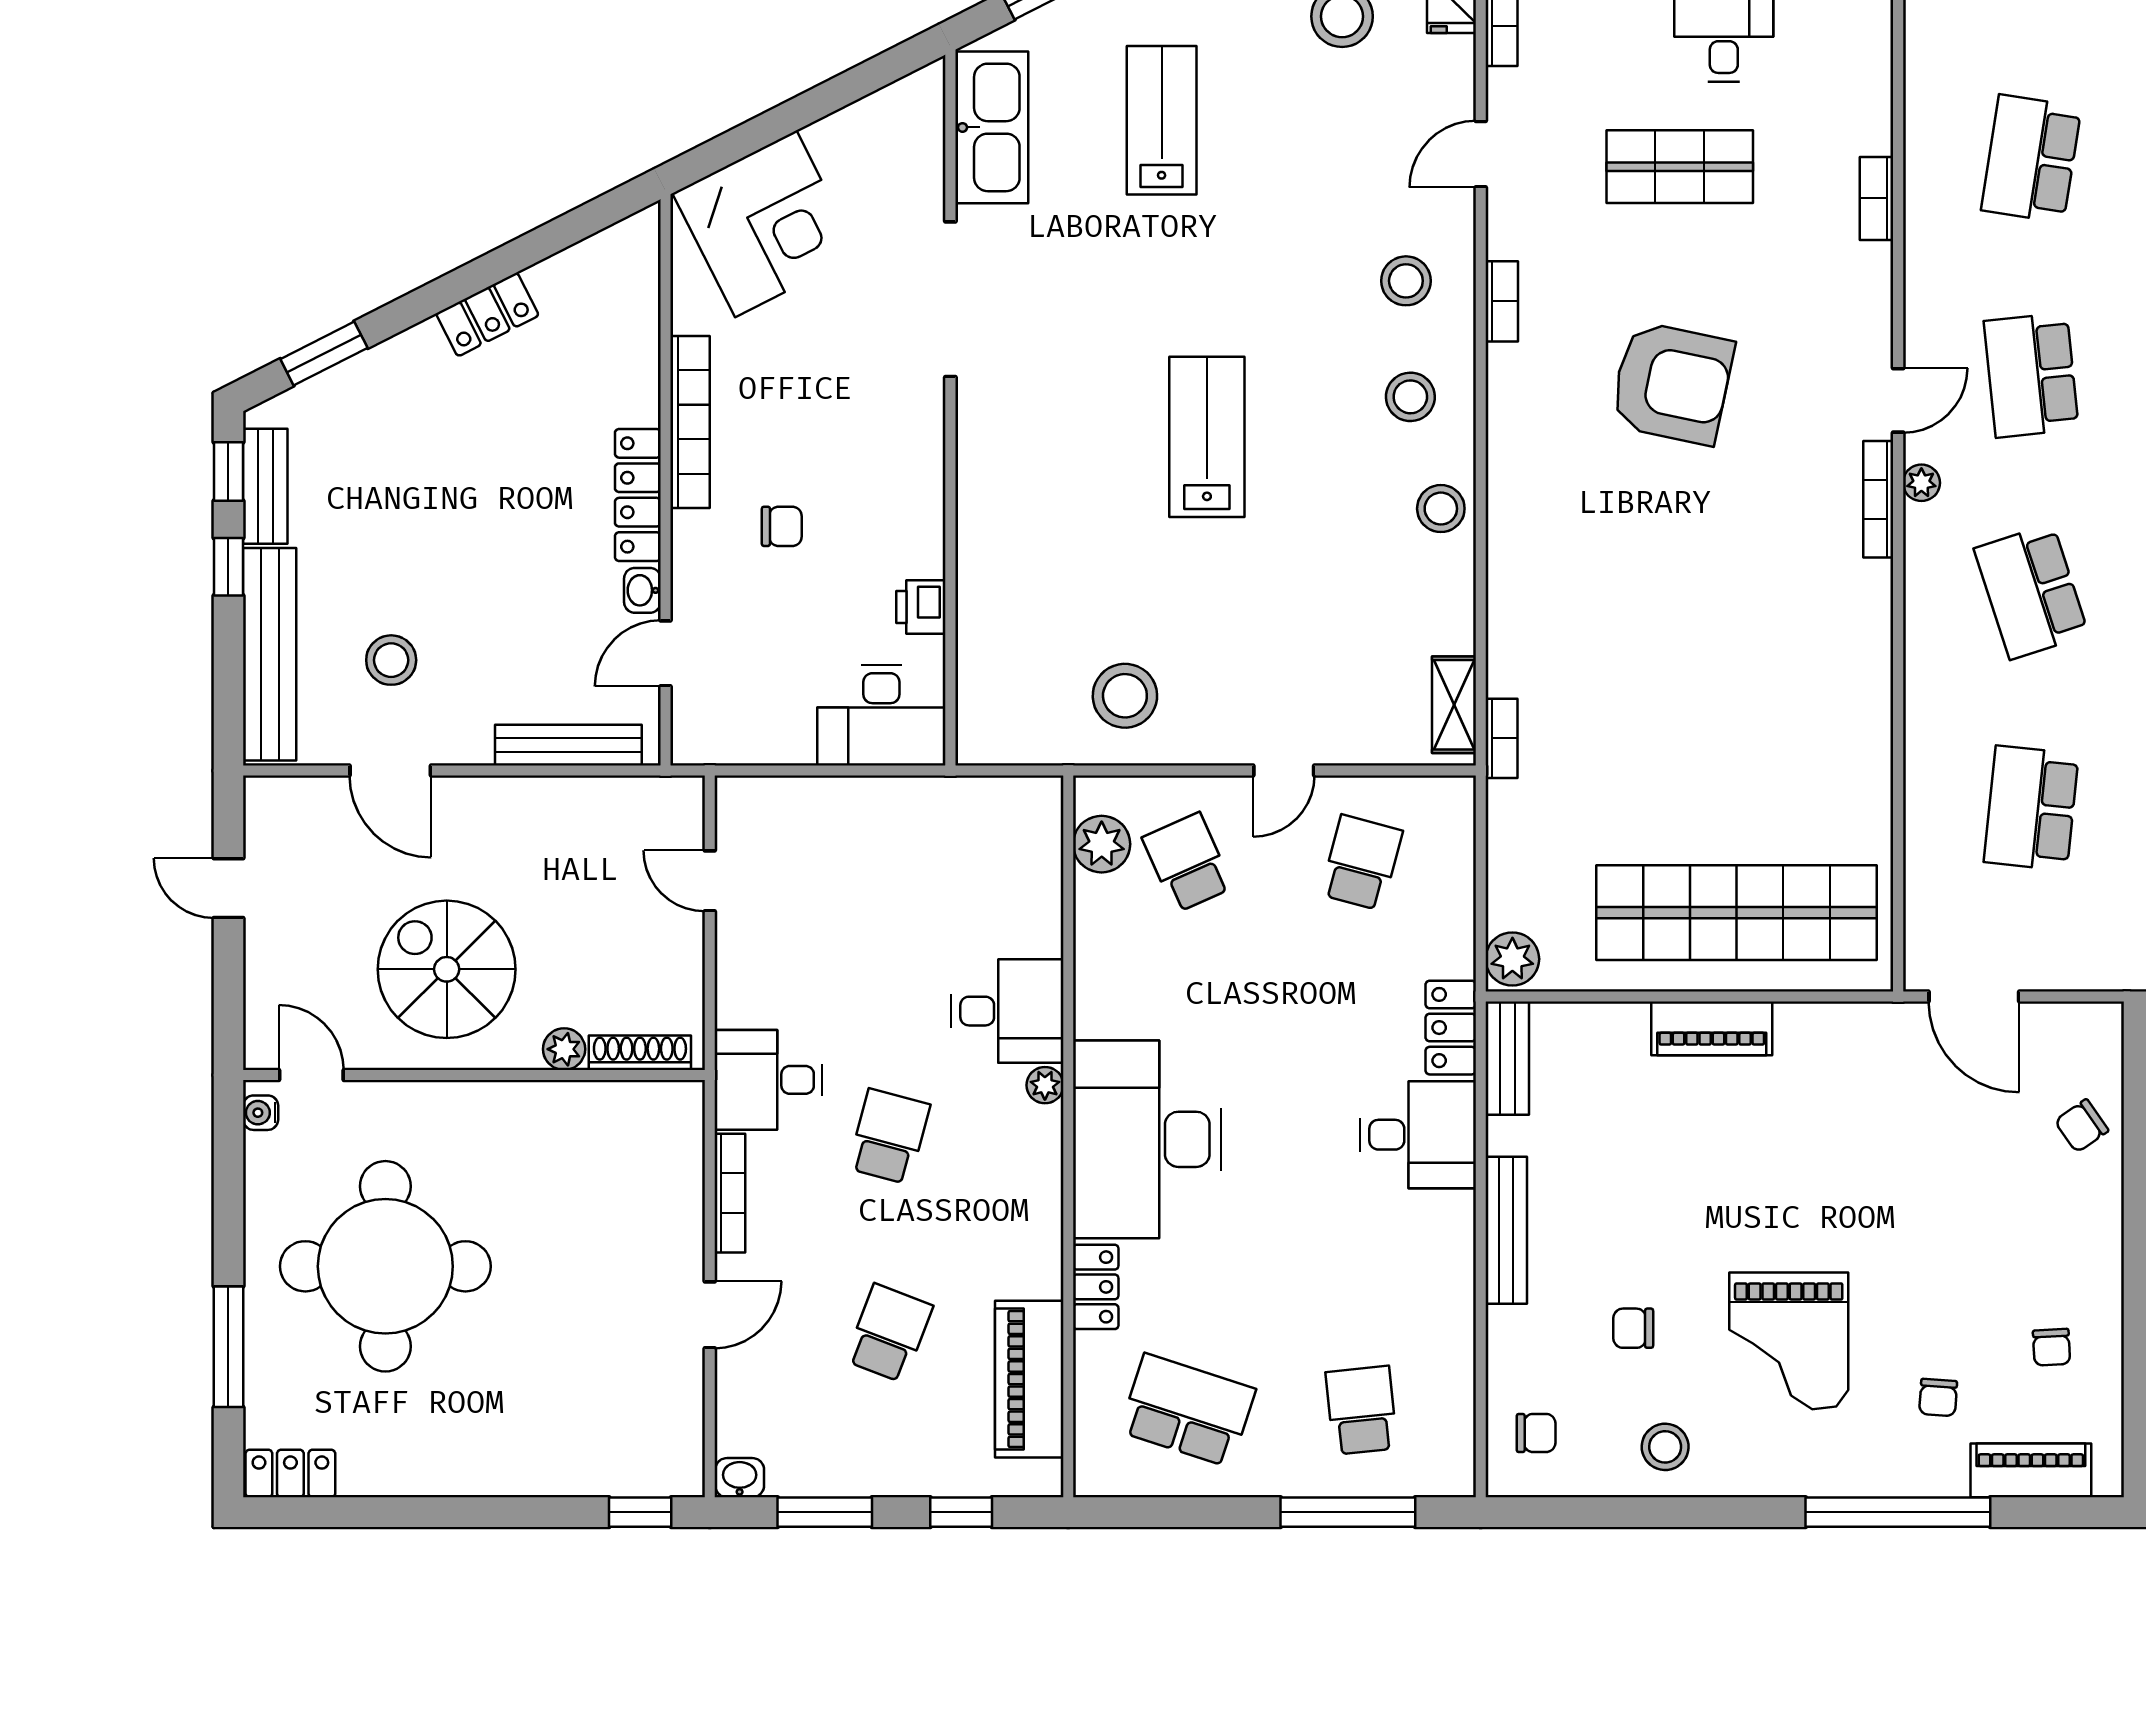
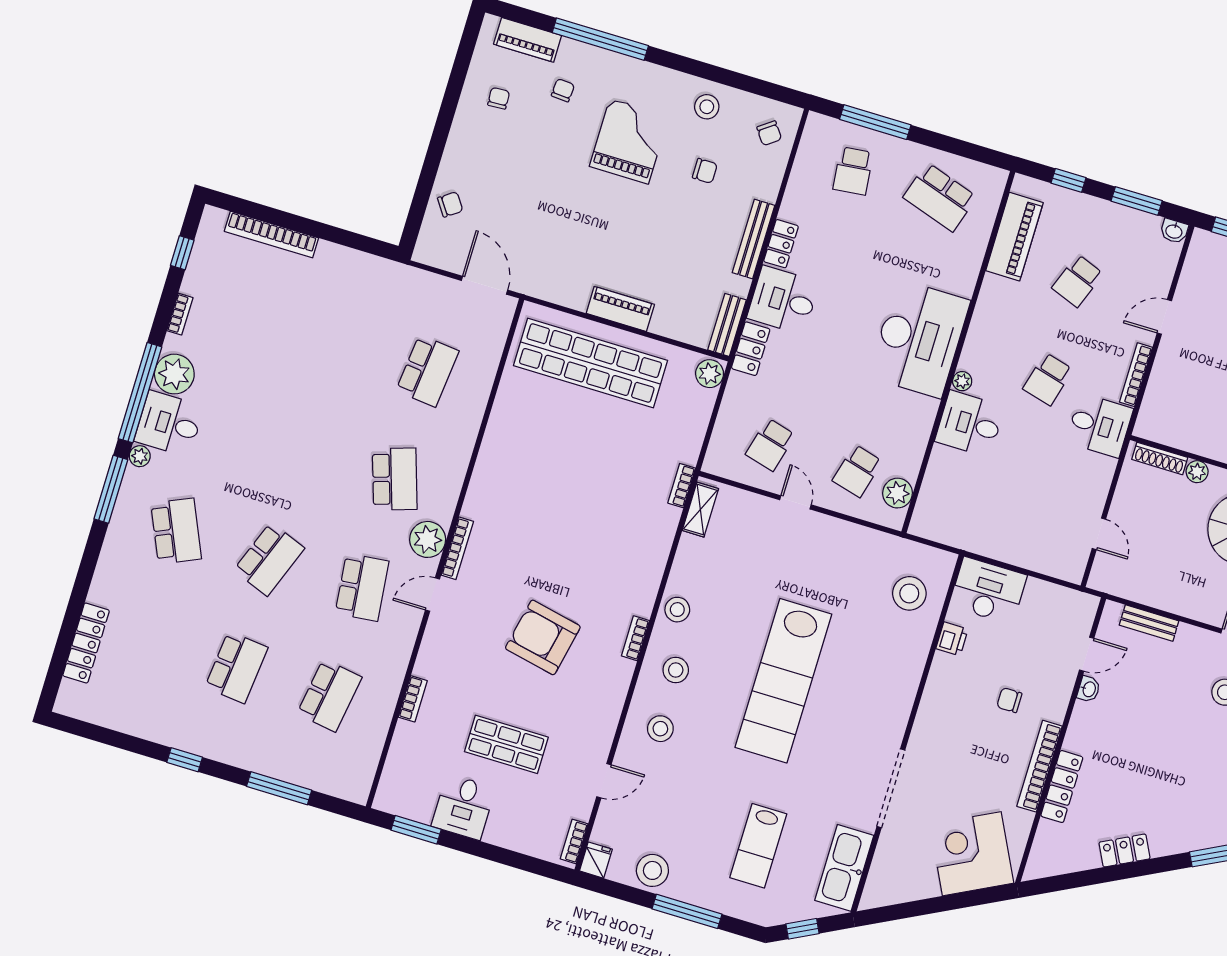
bookcase: (1502, 301) -> (635, 638), moved
lab bench: (1207, 437) -> (783, 681), width x1.86, depth x1.39
plant: (1921, 483) -> (428, 539), width x1.88, depth x1.88
locker: (638, 495) -> (1062, 787), moved
stool: (1125, 696) -> (909, 593), moved
bench: (568, 745) -> (1149, 623), width x0.73
door: (1284, 771) -> (795, 502), hinge flipped
school desk: (1187, 863) -> (857, 471), turned 39
locker: (1096, 1287) -> (781, 244), moved, turned 180
chair: (1536, 1433) -> (769, 133), turned -126

